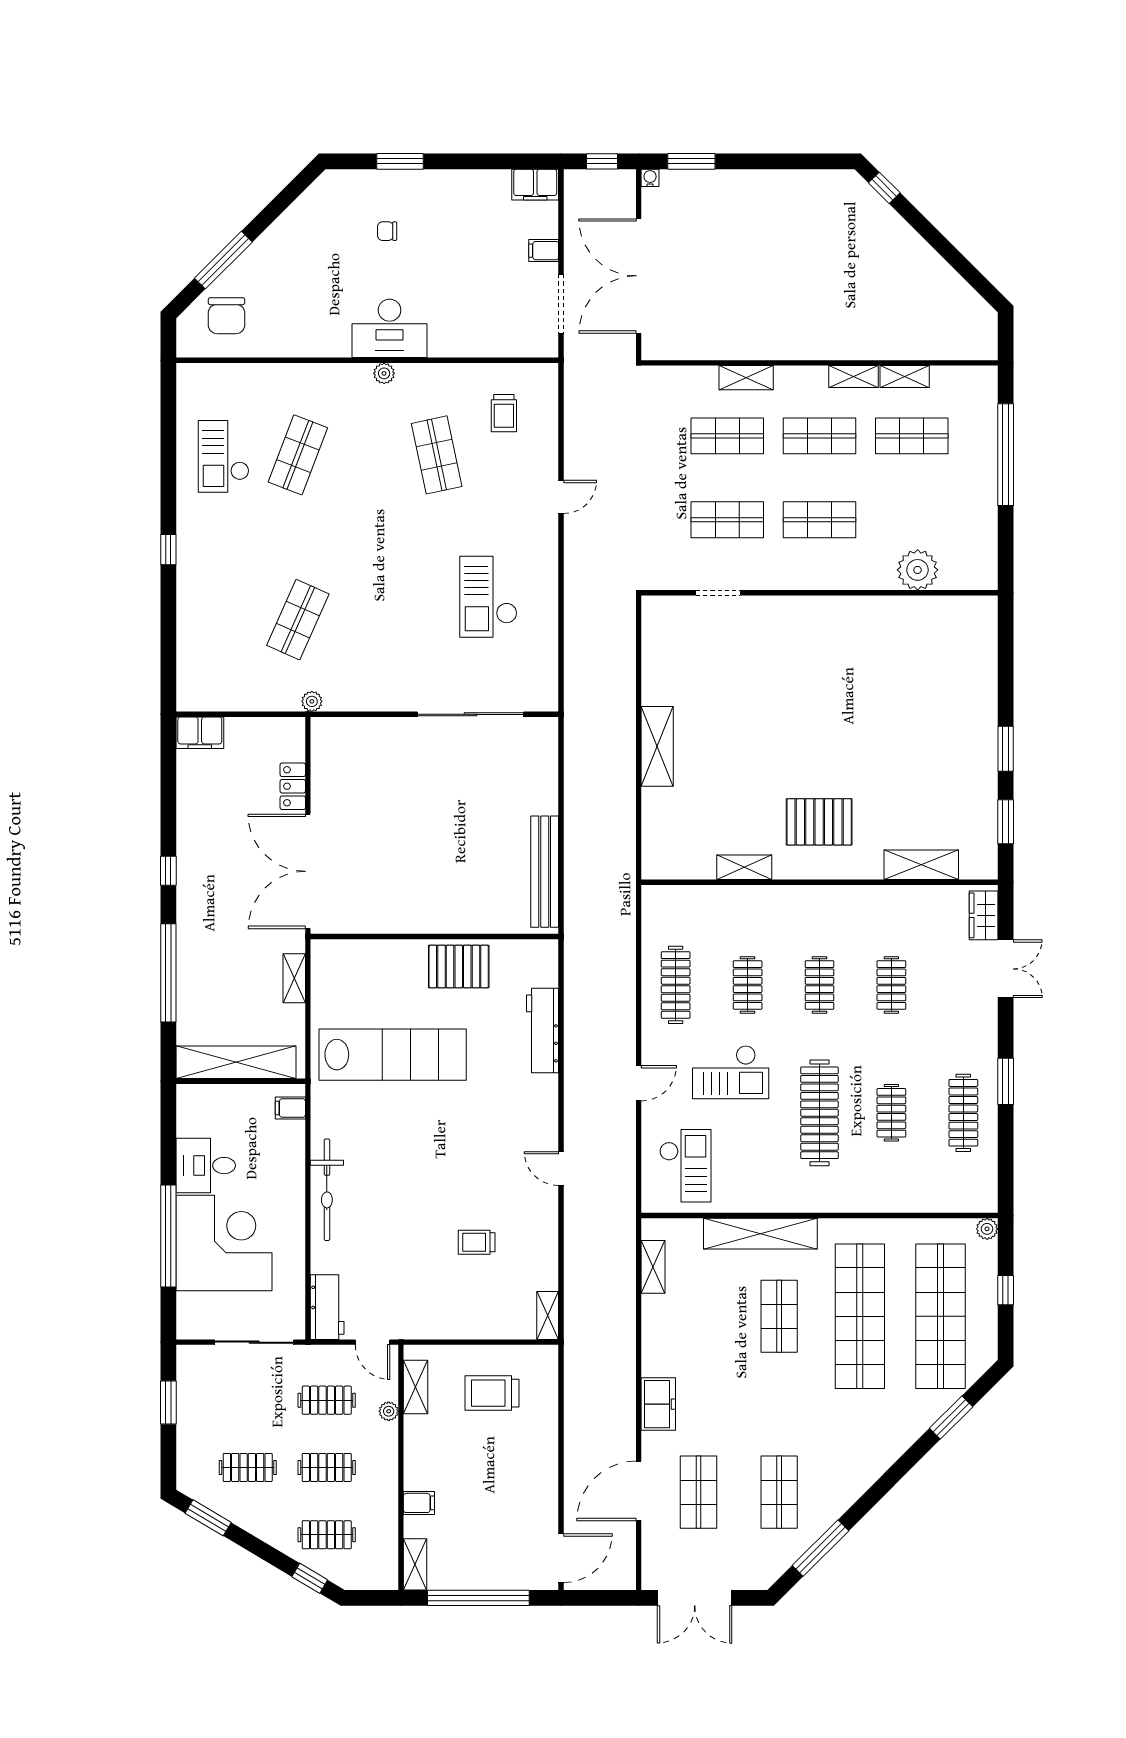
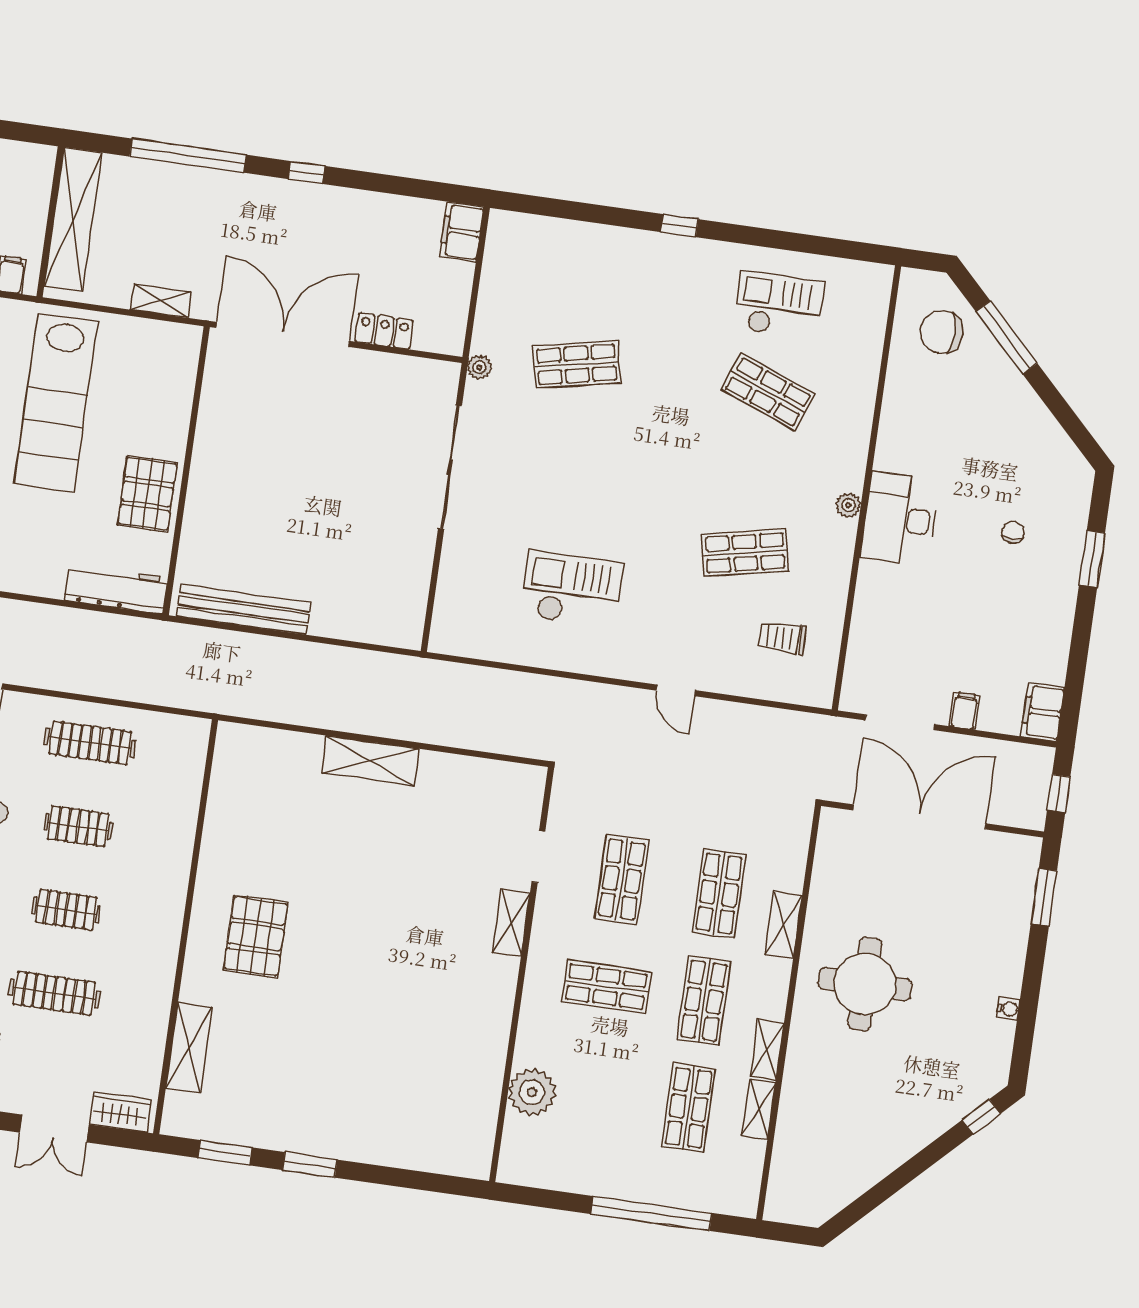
water cooler: (650, 178) -> (1008, 1009), moved
round table: (786, 302) -> (865, 984), added
shop shelf: (819, 520) -> (606, 987), turned 90
shop shelf: (298, 620) -> (577, 364), turned -36
sliding door: (470, 714) -> (450, 467), moved
shelving: (744, 867) -> (511, 923), moved
clothes rail: (891, 985) -> (54, 993), width x1.36
workbench: (543, 1031) -> (116, 589), moved

